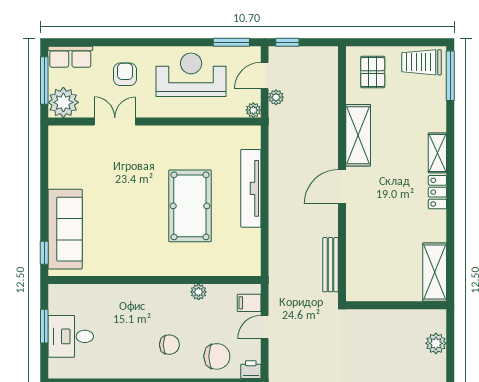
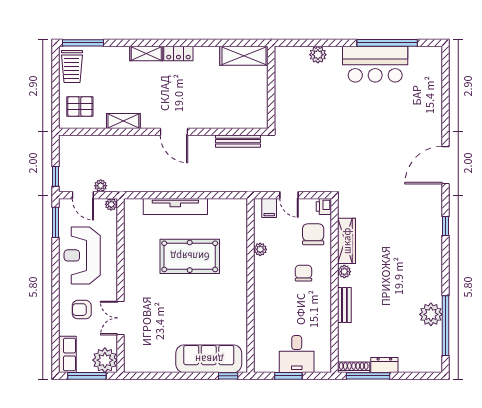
shelving: (358, 135) -> (123, 121), width x0.67, depth x0.75
plant: (436, 343) -> (318, 55), moved

